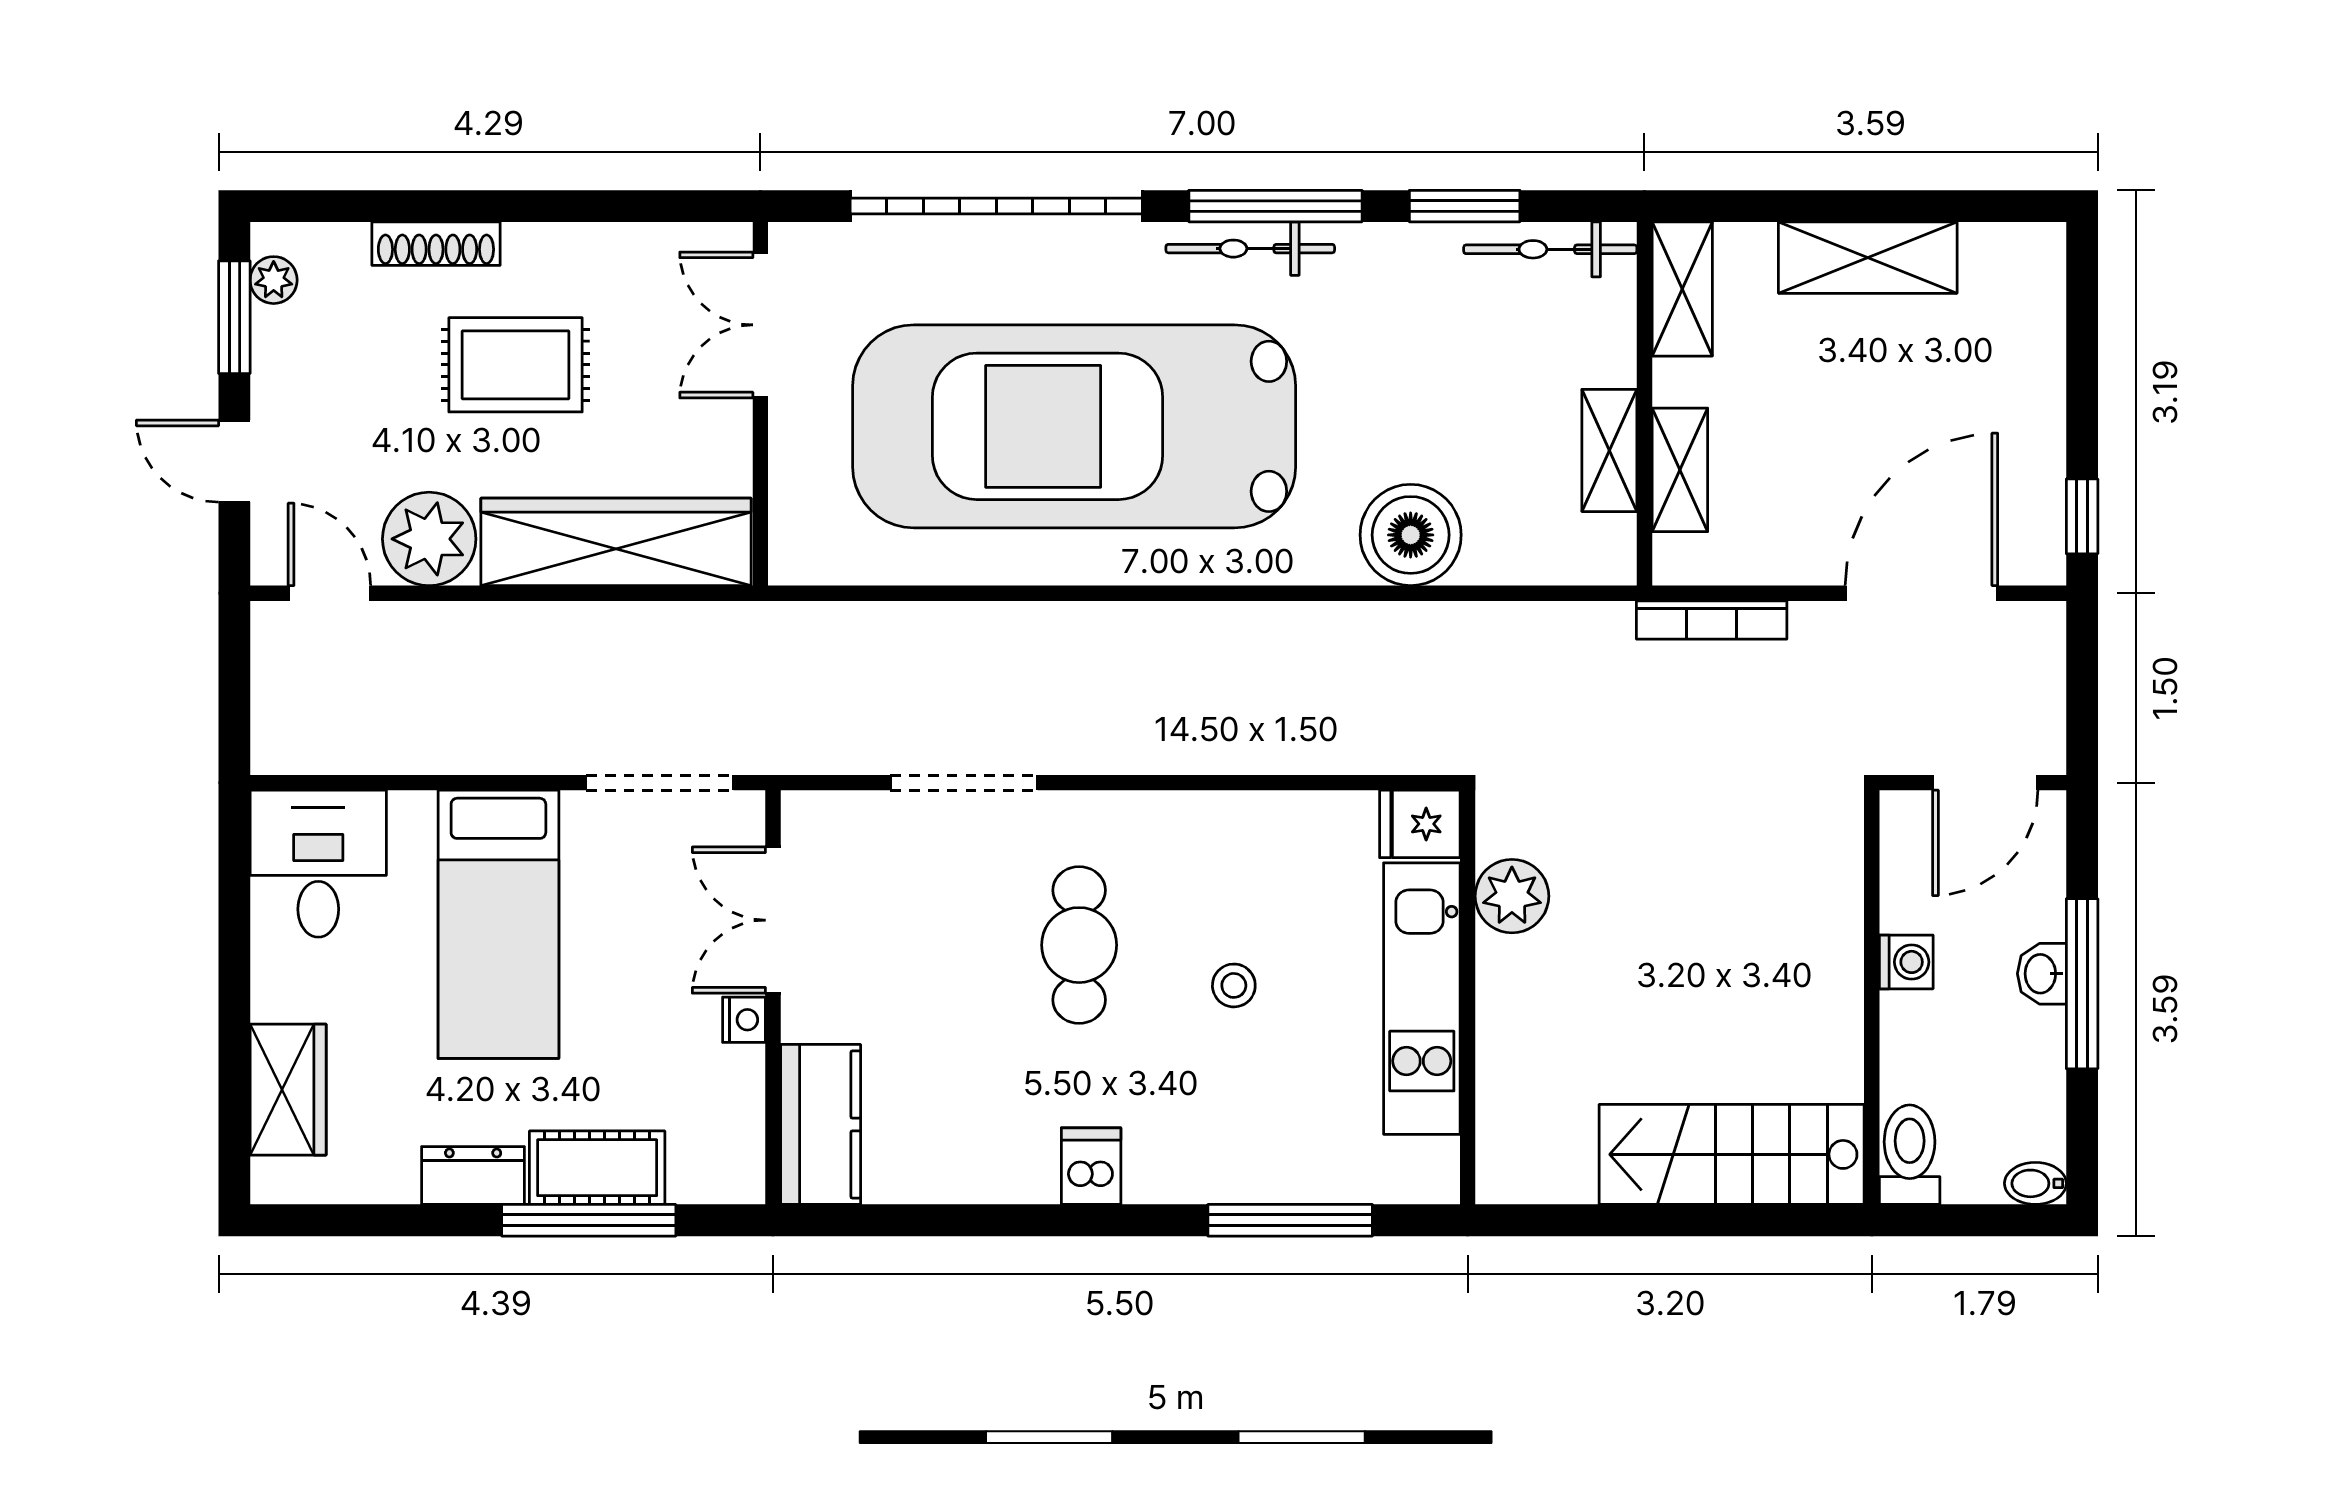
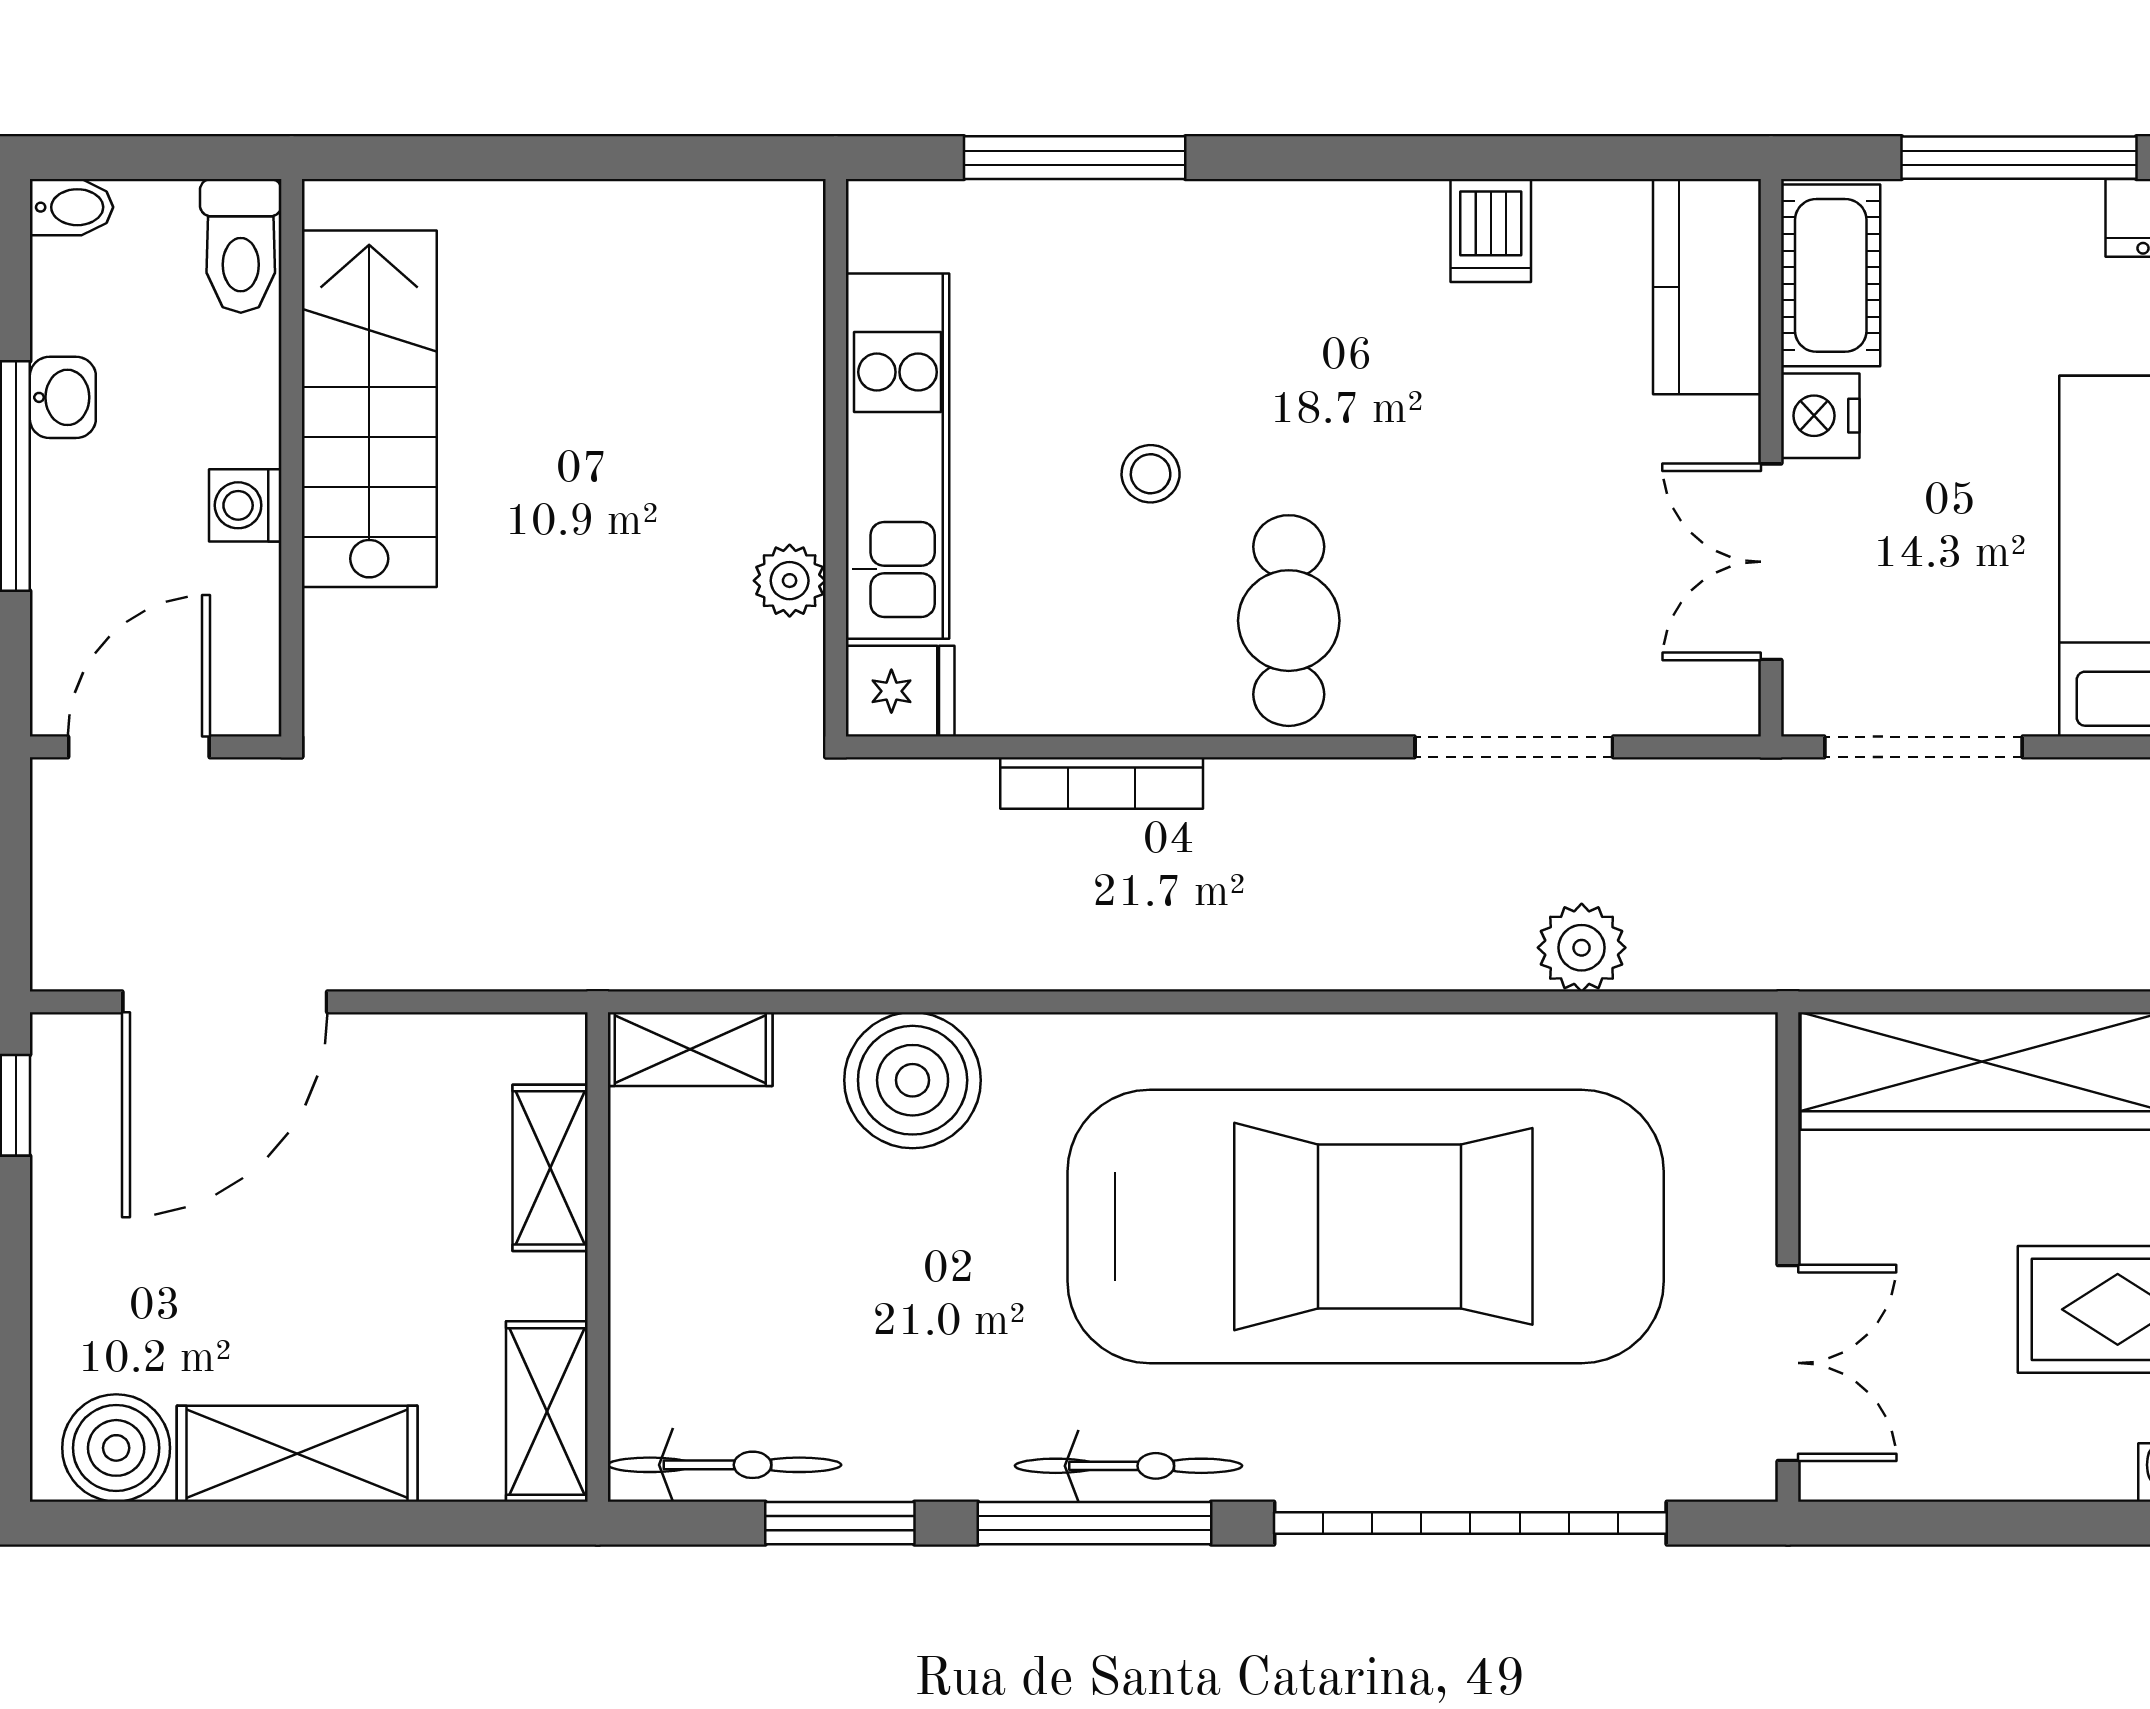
boiler: (2002, 262) -> (116, 1448), added
shelving: (1609, 450) -> (690, 1049), moved, turned 90
bookcase: (1712, 620) -> (1102, 783), moved, turned 180
plant: (914, 633) -> (1582, 948), added
plant: (1512, 896) -> (790, 581), width x0.73, depth x0.73
double door: (773, 920) -> (1771, 562), swing flipped
cafe table: (1079, 945) -> (1289, 621), moved
washbasin: (2042, 974) -> (63, 397), moved
nightstand: (744, 1020) -> (1820, 416), width x1.39, depth x1.35
stairs: (1732, 1154) -> (369, 409), moved, turned -90
dishwasher: (1091, 1166) -> (1491, 231), moved
cot: (597, 1168) -> (1831, 275), moved, turned 90

